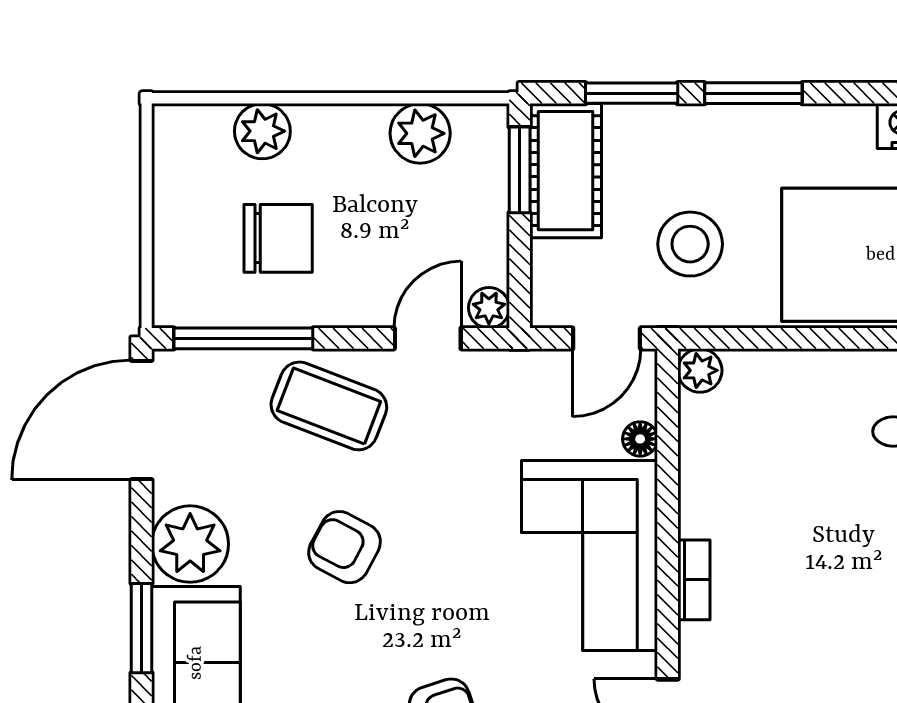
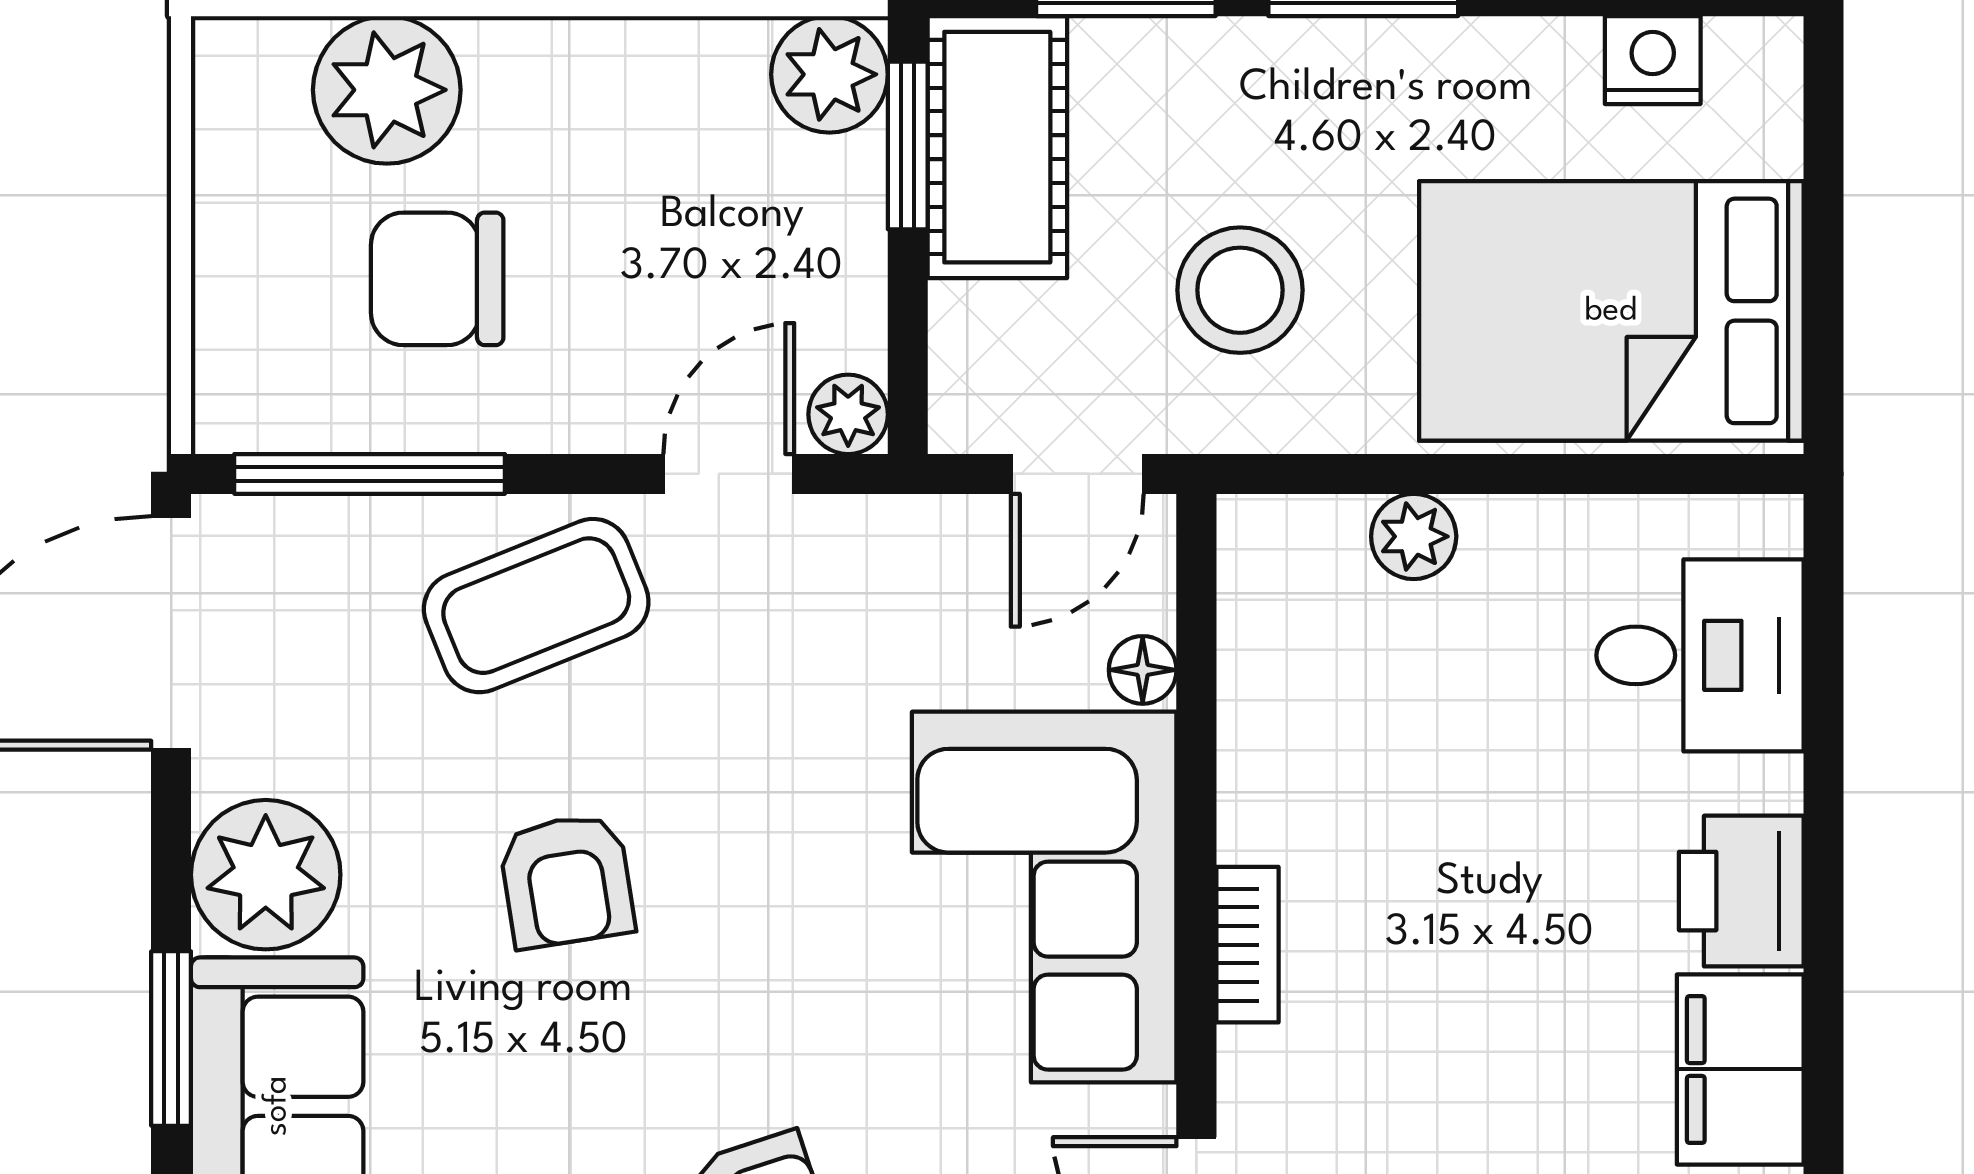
plant: (262, 131) -> (387, 90), width x1.36, depth x1.36
plant: (420, 133) -> (829, 74), moved
chair: (278, 238) -> (437, 279), turned 180
plant: (700, 370) -> (1414, 536), moved
coffee table: (329, 406) -> (536, 606), turned -43
armchair: (345, 547) -> (567, 881), turned -127

